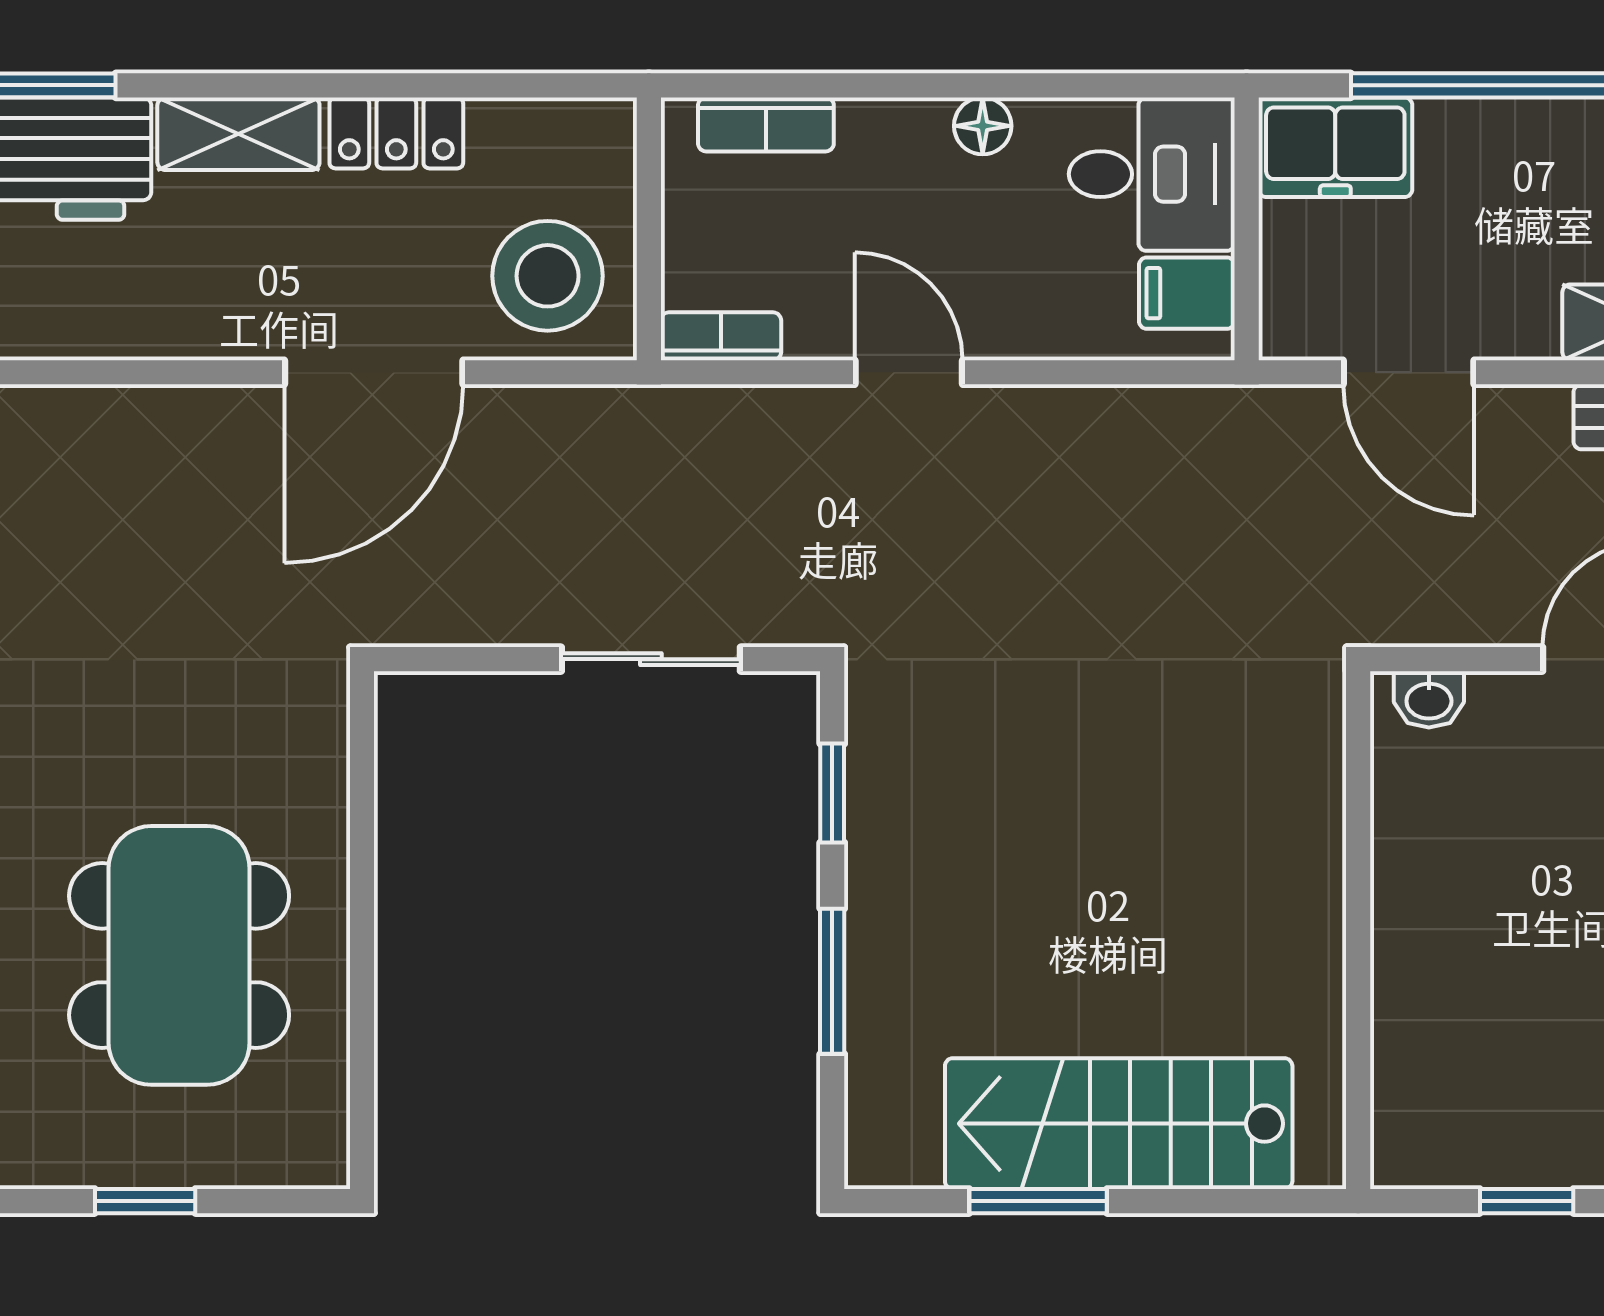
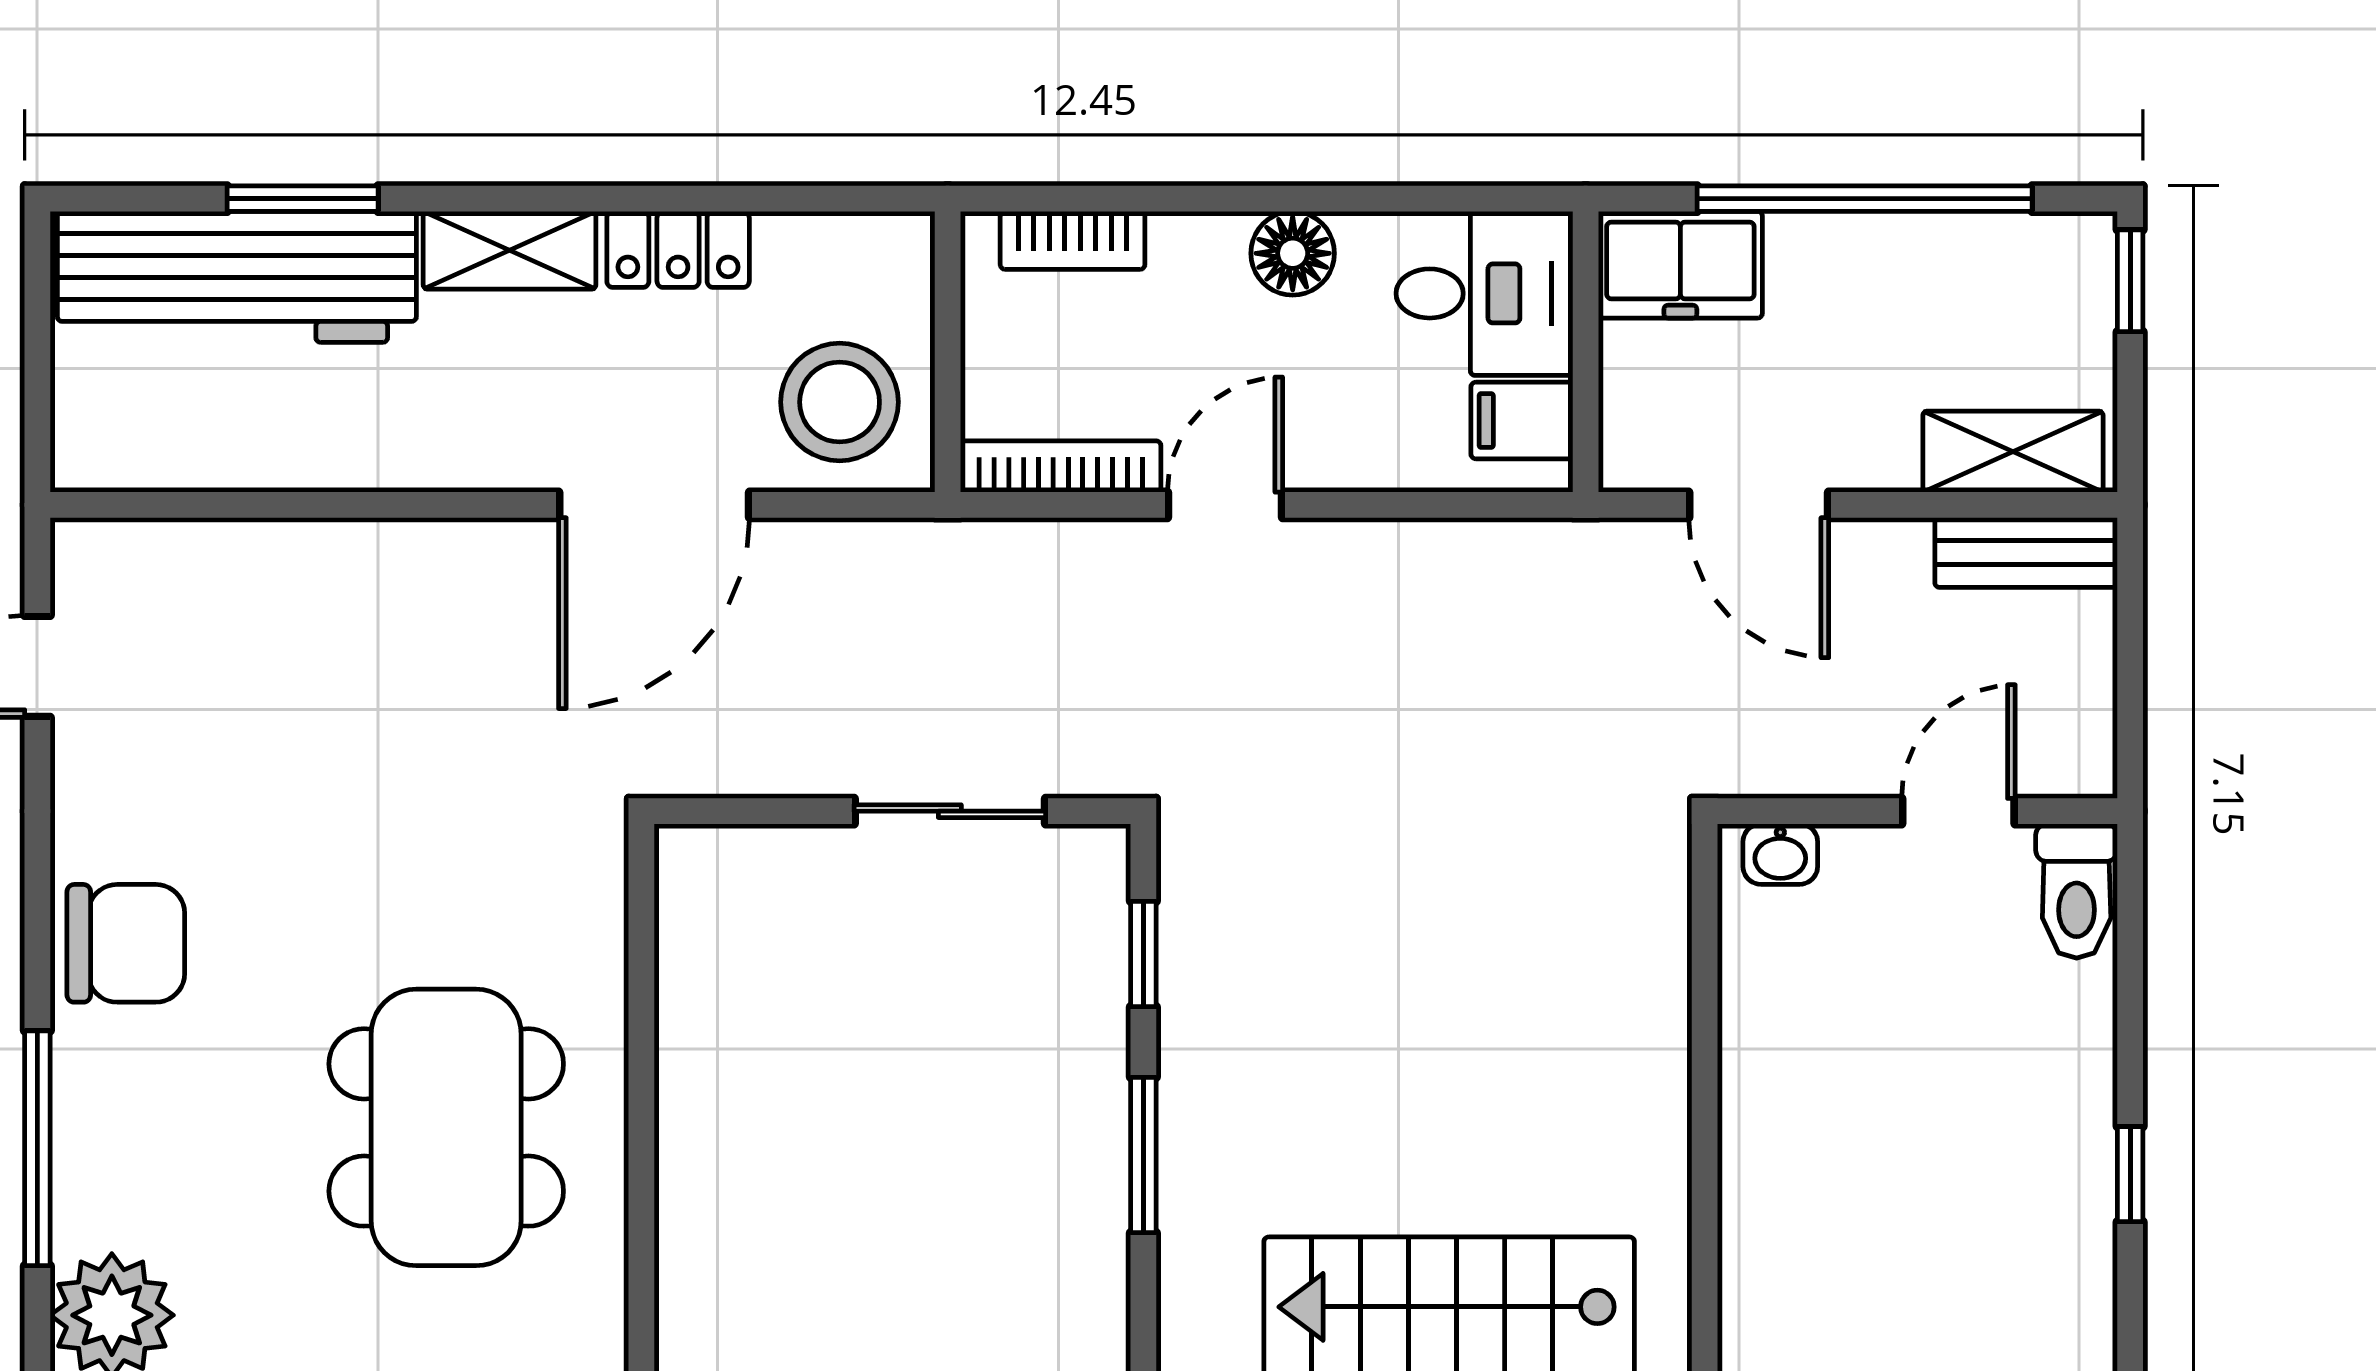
floor lamp: (983, 126) -> (1293, 253), width x1.37, depth x1.37
bookcase: (721, 336) -> (1061, 466), width x1.56
door: (909, 372) -> (1225, 505), hinge flipped

